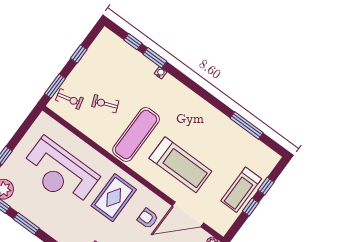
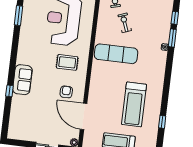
window: (247, 125) -> (162, 122), width x0.46
treadmill: (180, 165) -> (134, 104), moved
rug: (114, 198) -> (67, 62), width x0.73, depth x0.70

